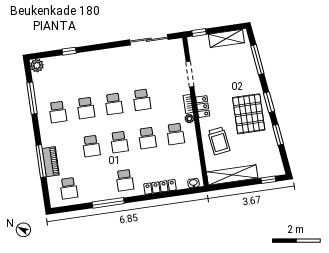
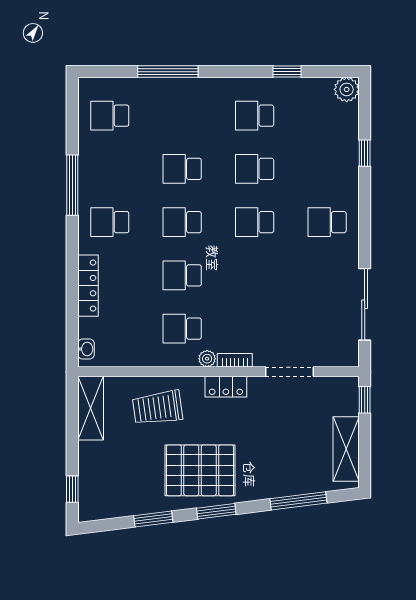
window: (32, 98) -> (287, 72), width x0.46
school desk: (142, 100) -> (327, 222), moved
piano: (51, 162) -> (164, 89), removed
shelving: (232, 175) -> (91, 408), width x0.68

